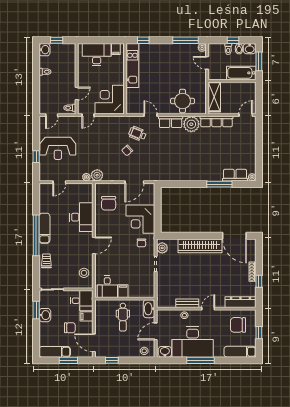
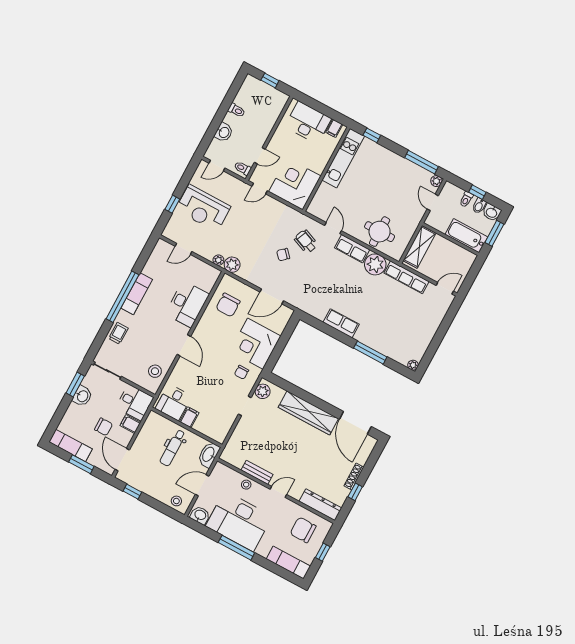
washbasin: (44, 50) -> (224, 132), moved
row of seats: (235, 175) -> (341, 323), moved
door: (94, 246) -> (184, 345), hinge flipped

